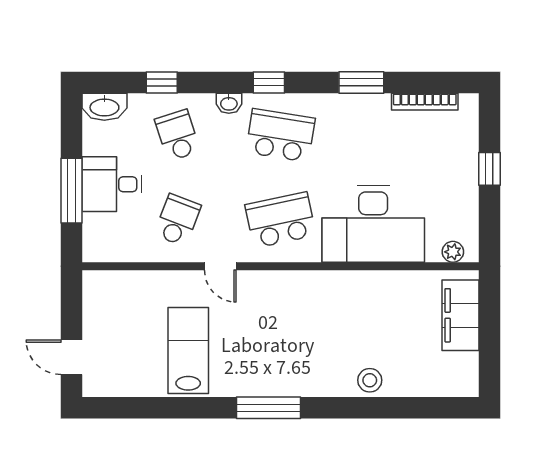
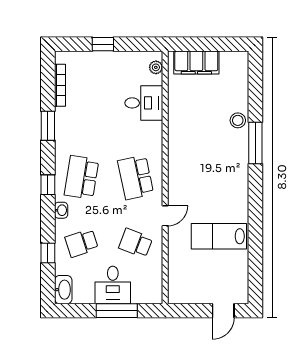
desk: (373, 224) -> (144, 103), width x0.53, depth x0.77
window: (269, 408) -> (255, 143), moved

